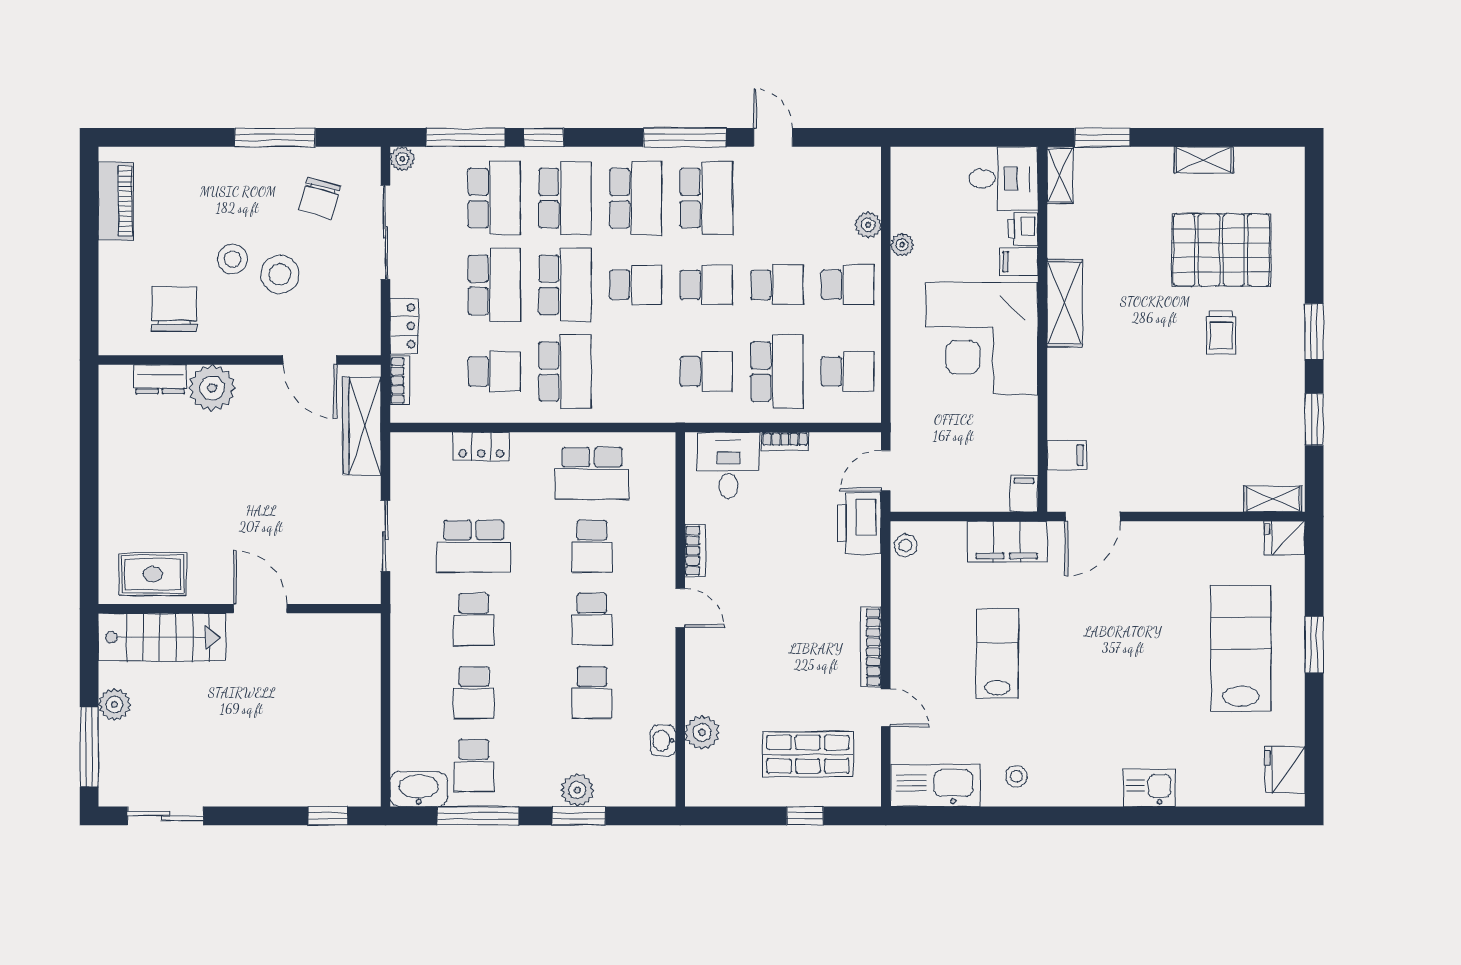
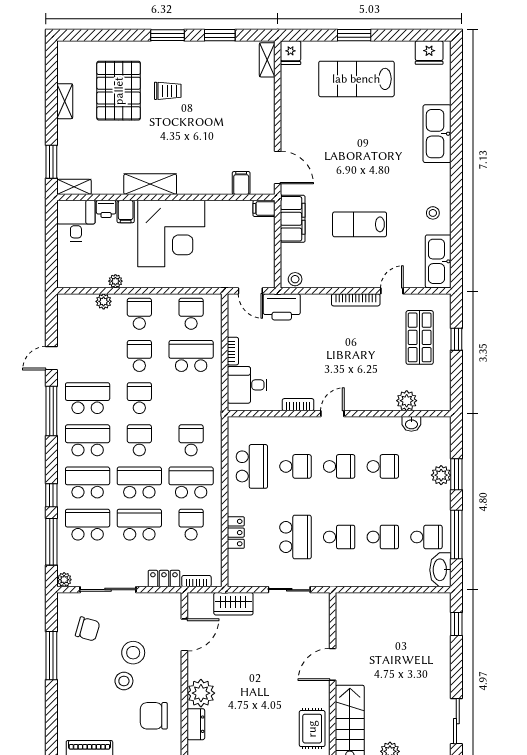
school desk: (706, 371) -> (191, 440), moved
wardrobe: (362, 426) -> (233, 604), width x0.67
kitchen sink: (1149, 788) -> (437, 134), width x1.87, depth x1.24

